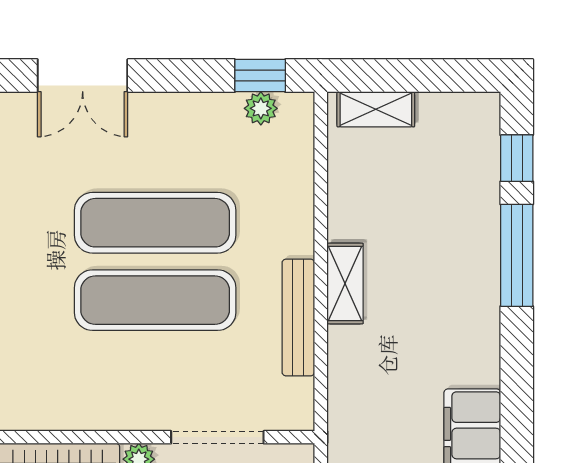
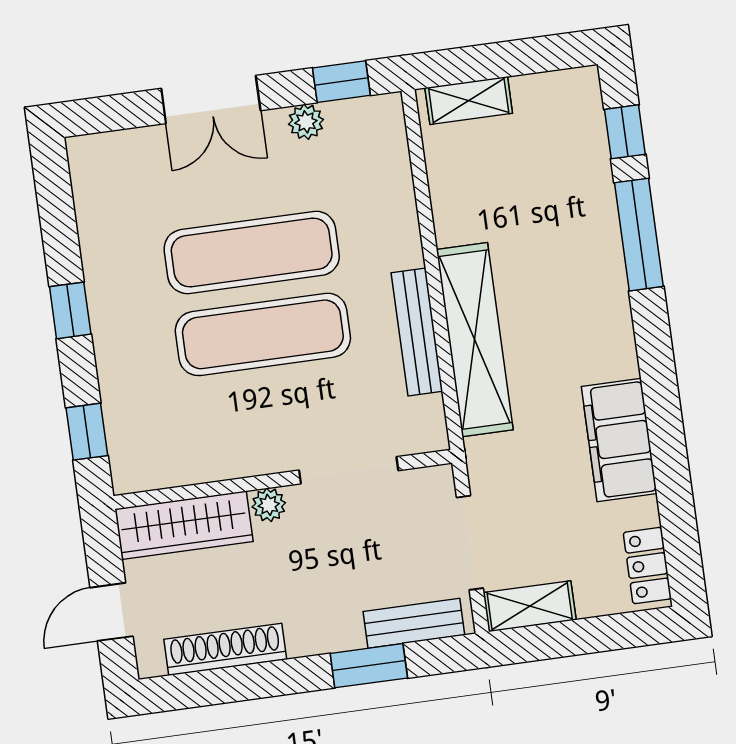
double door: (83, 76) -> (211, 100), moved
plant: (261, 108) -> (306, 122), moved
shelving: (345, 284) -> (475, 340), width x2.20, depth x1.33

